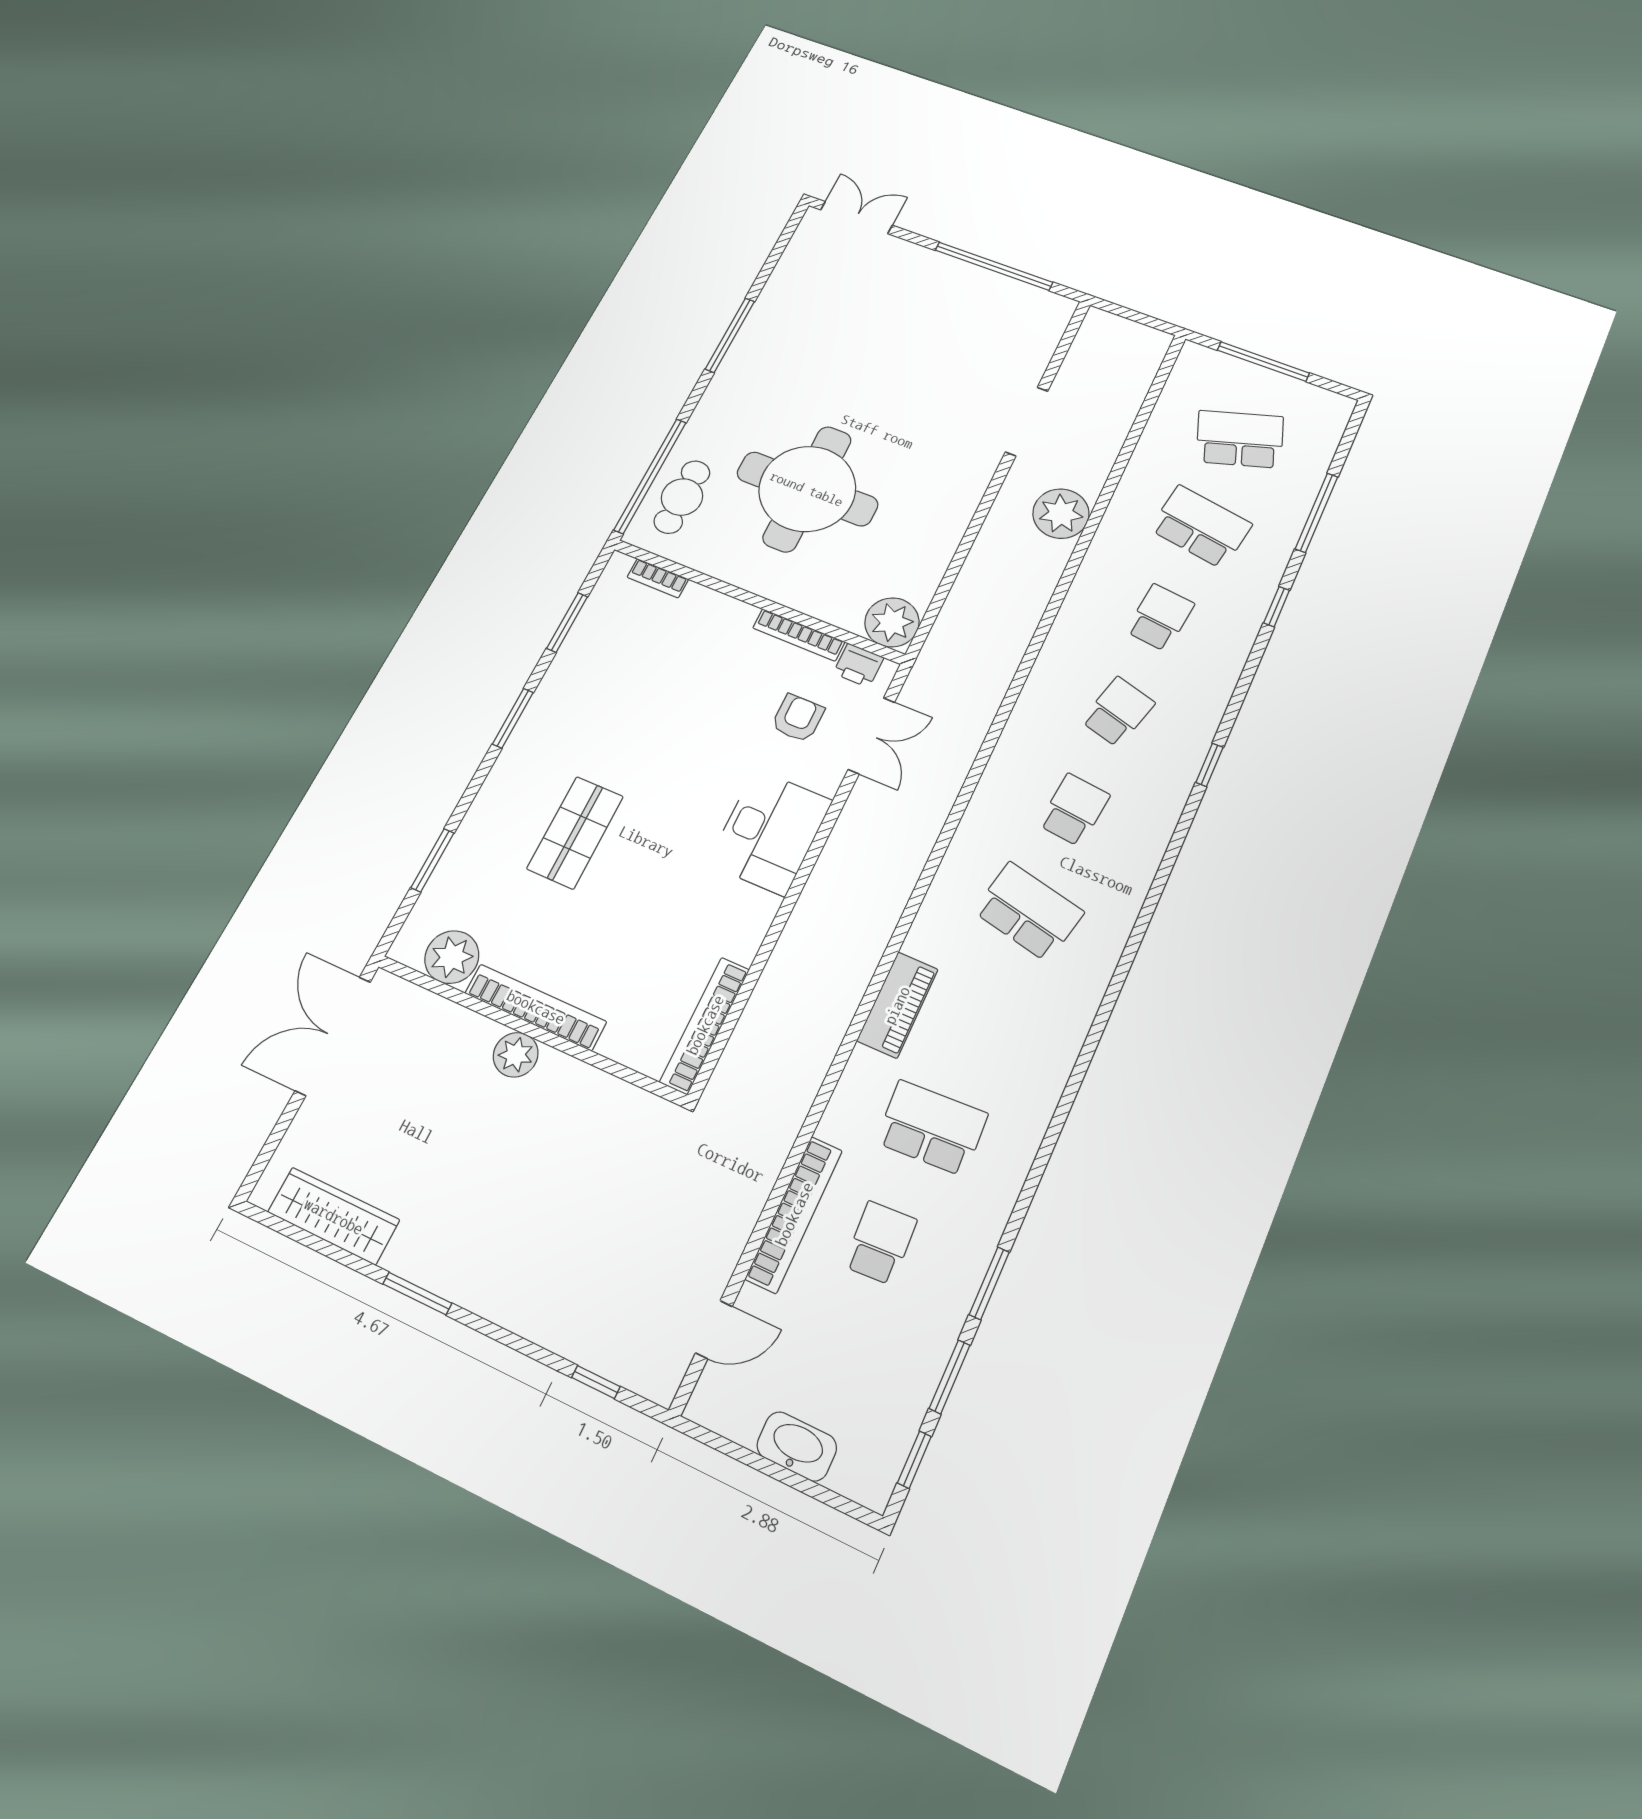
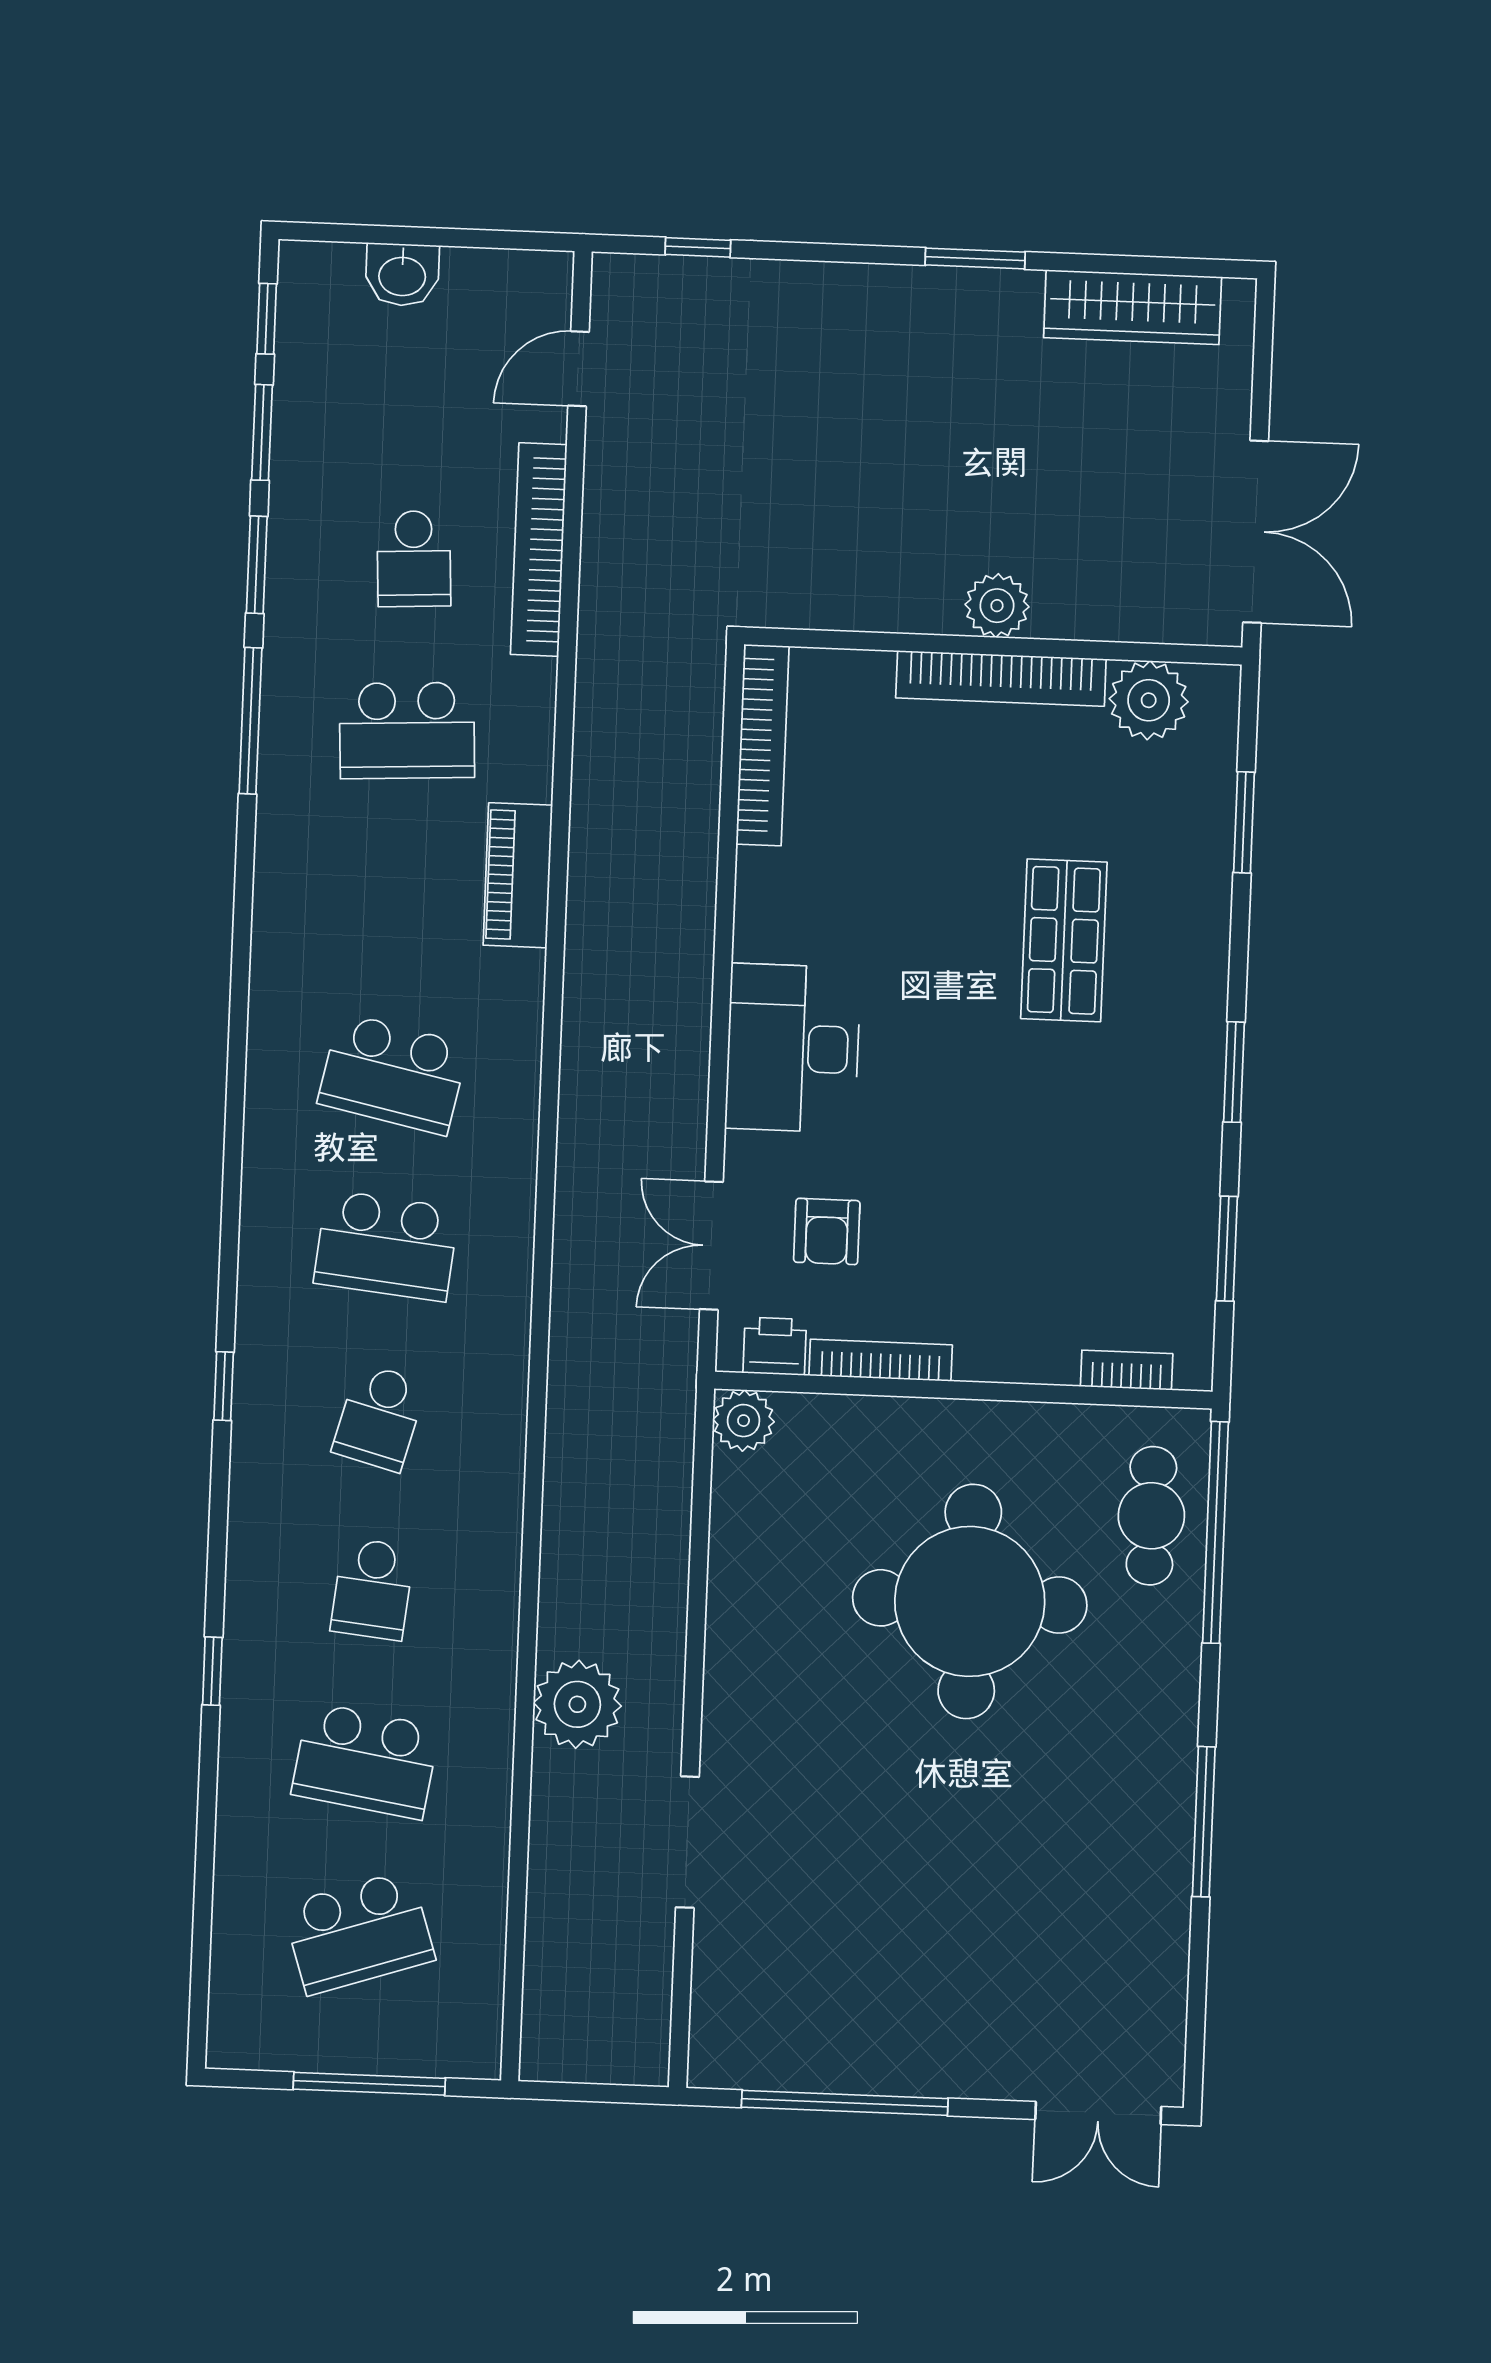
window: (1317, 513) -> (250, 721), moved
plant: (892, 622) -> (744, 1421), width x0.73, depth x0.73
school desk: (1074, 810) -> (386, 1246), width x1.85
washbasin: (797, 1446) -> (402, 275), width x0.72

